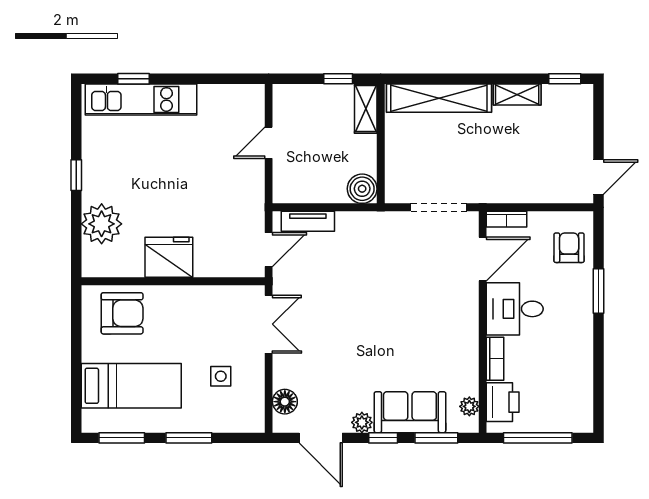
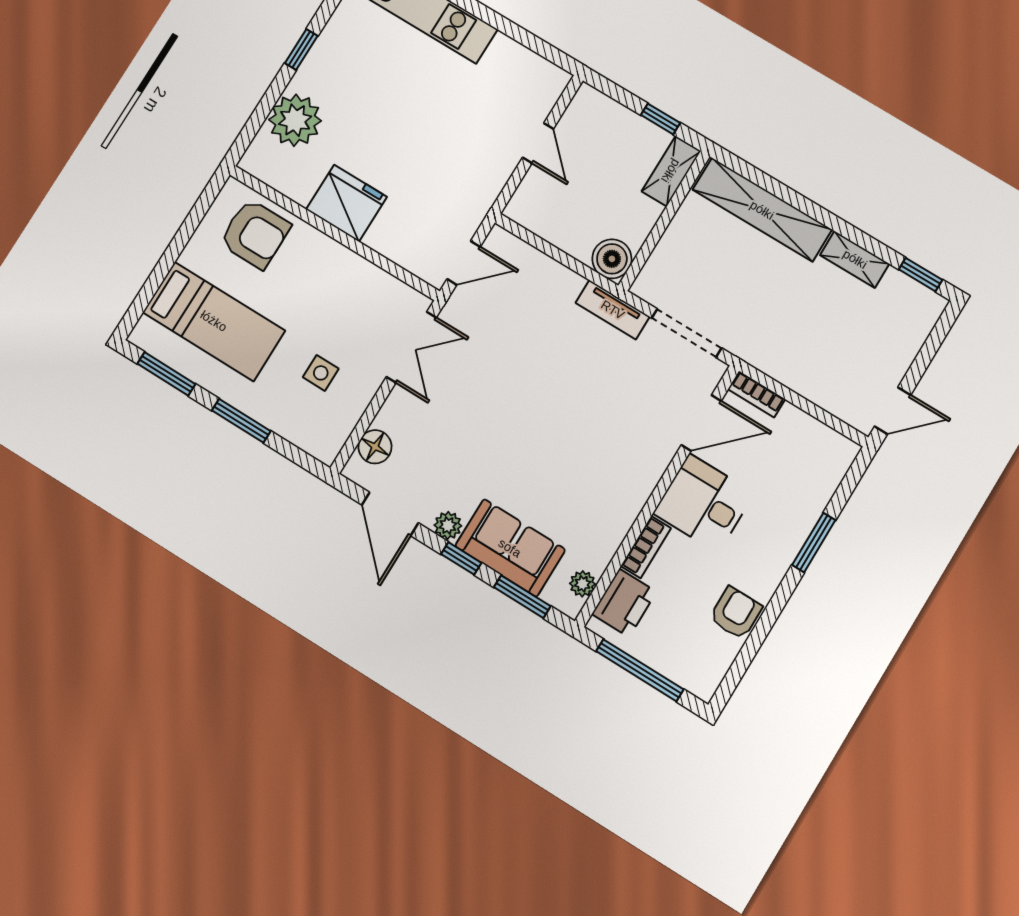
door: (269, 143) -> (538, 143), swing flipped
tv unit: (308, 221) -> (613, 310), moved
armchair: (569, 248) -> (736, 613), moved

